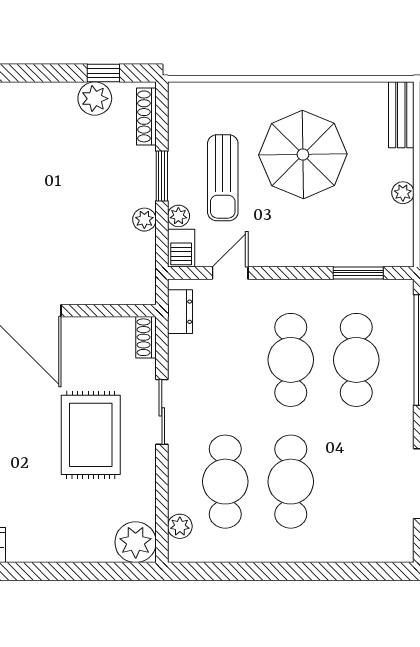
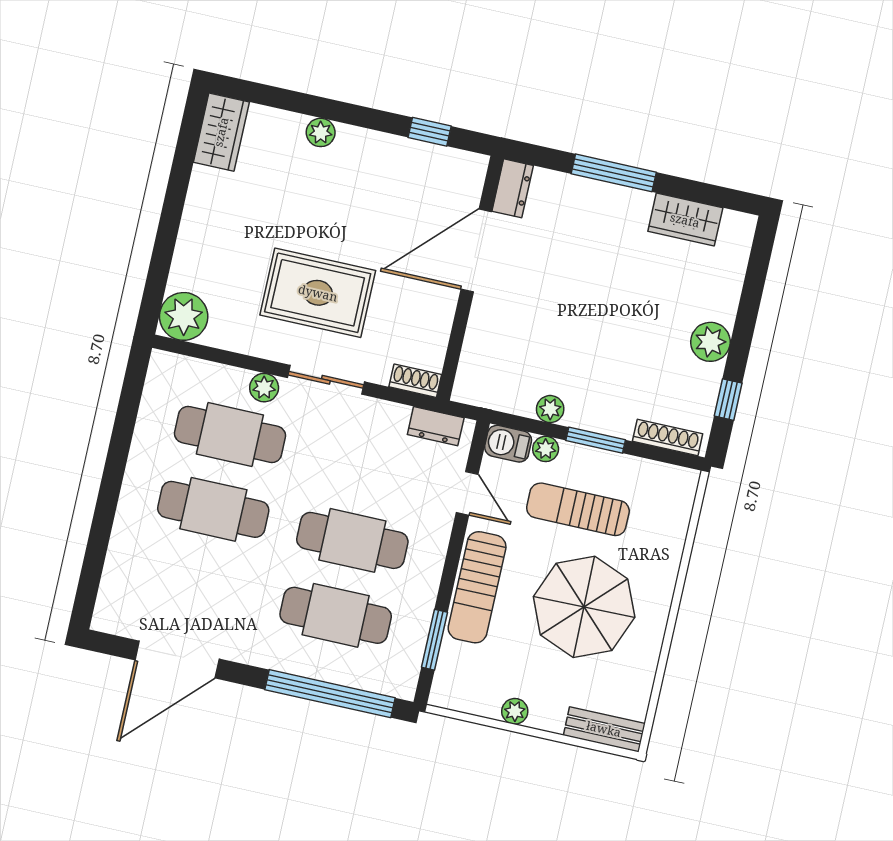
plant: (95, 99) -> (710, 342), moved
sun lounger: (307, 247) -> (477, 587), added
plant: (180, 526) -> (264, 388), moved

